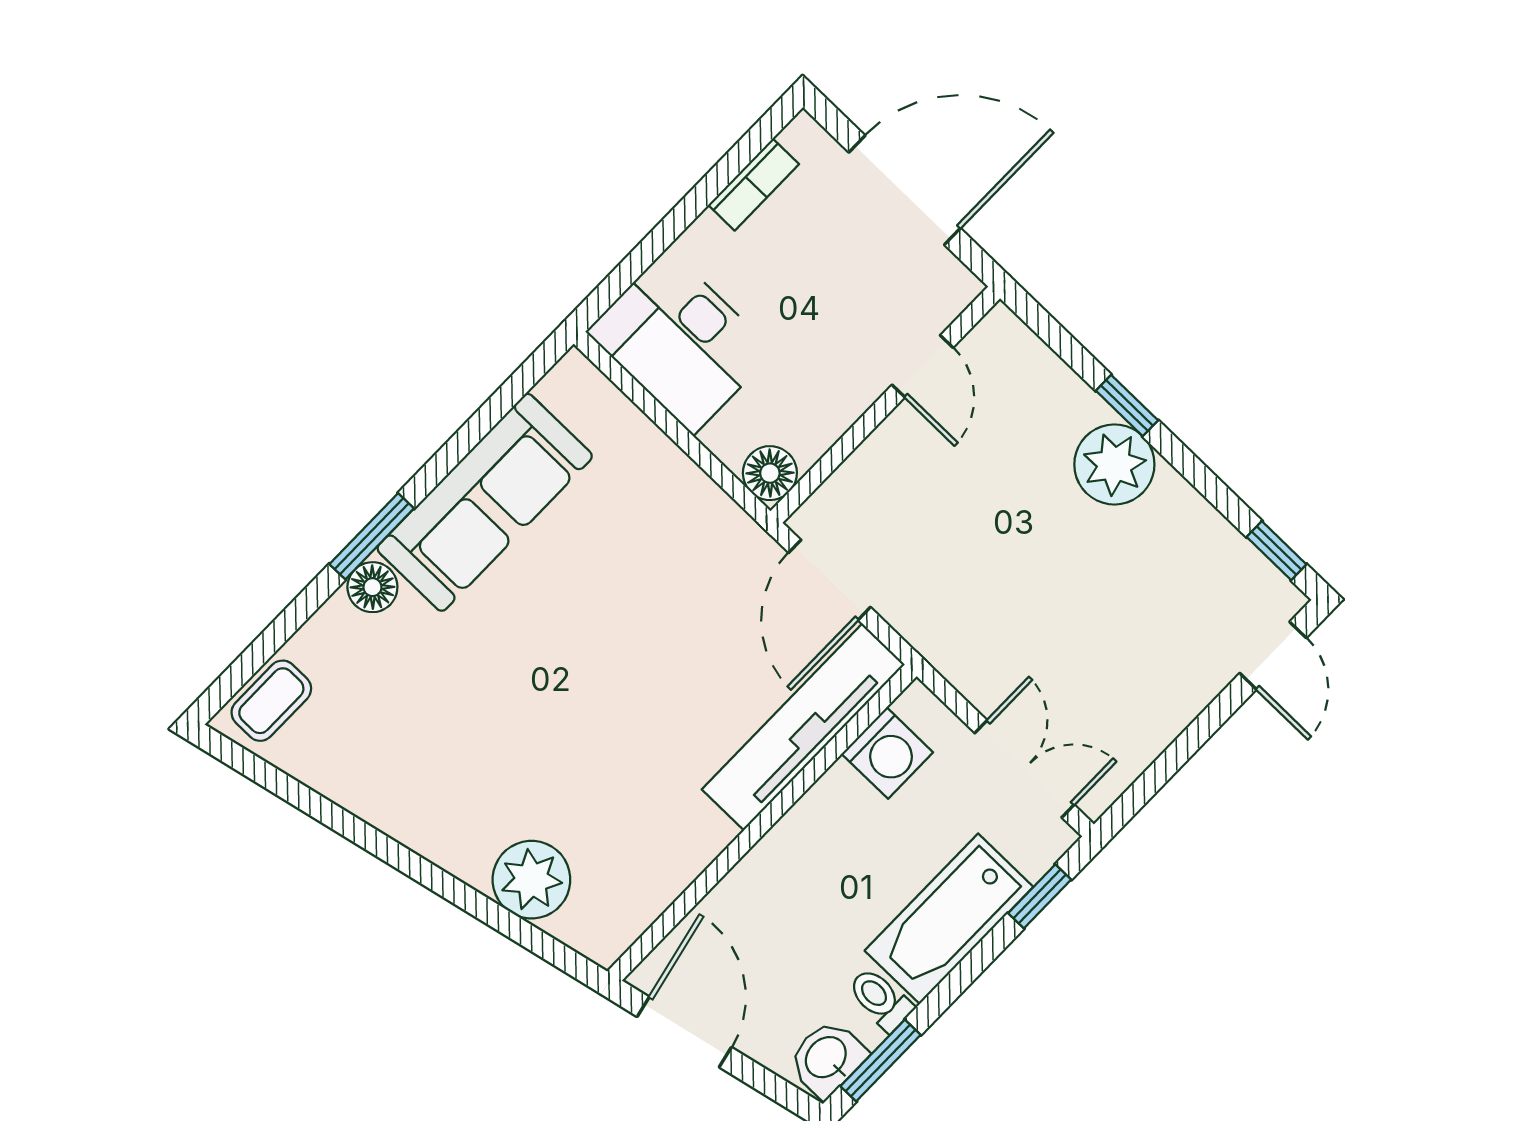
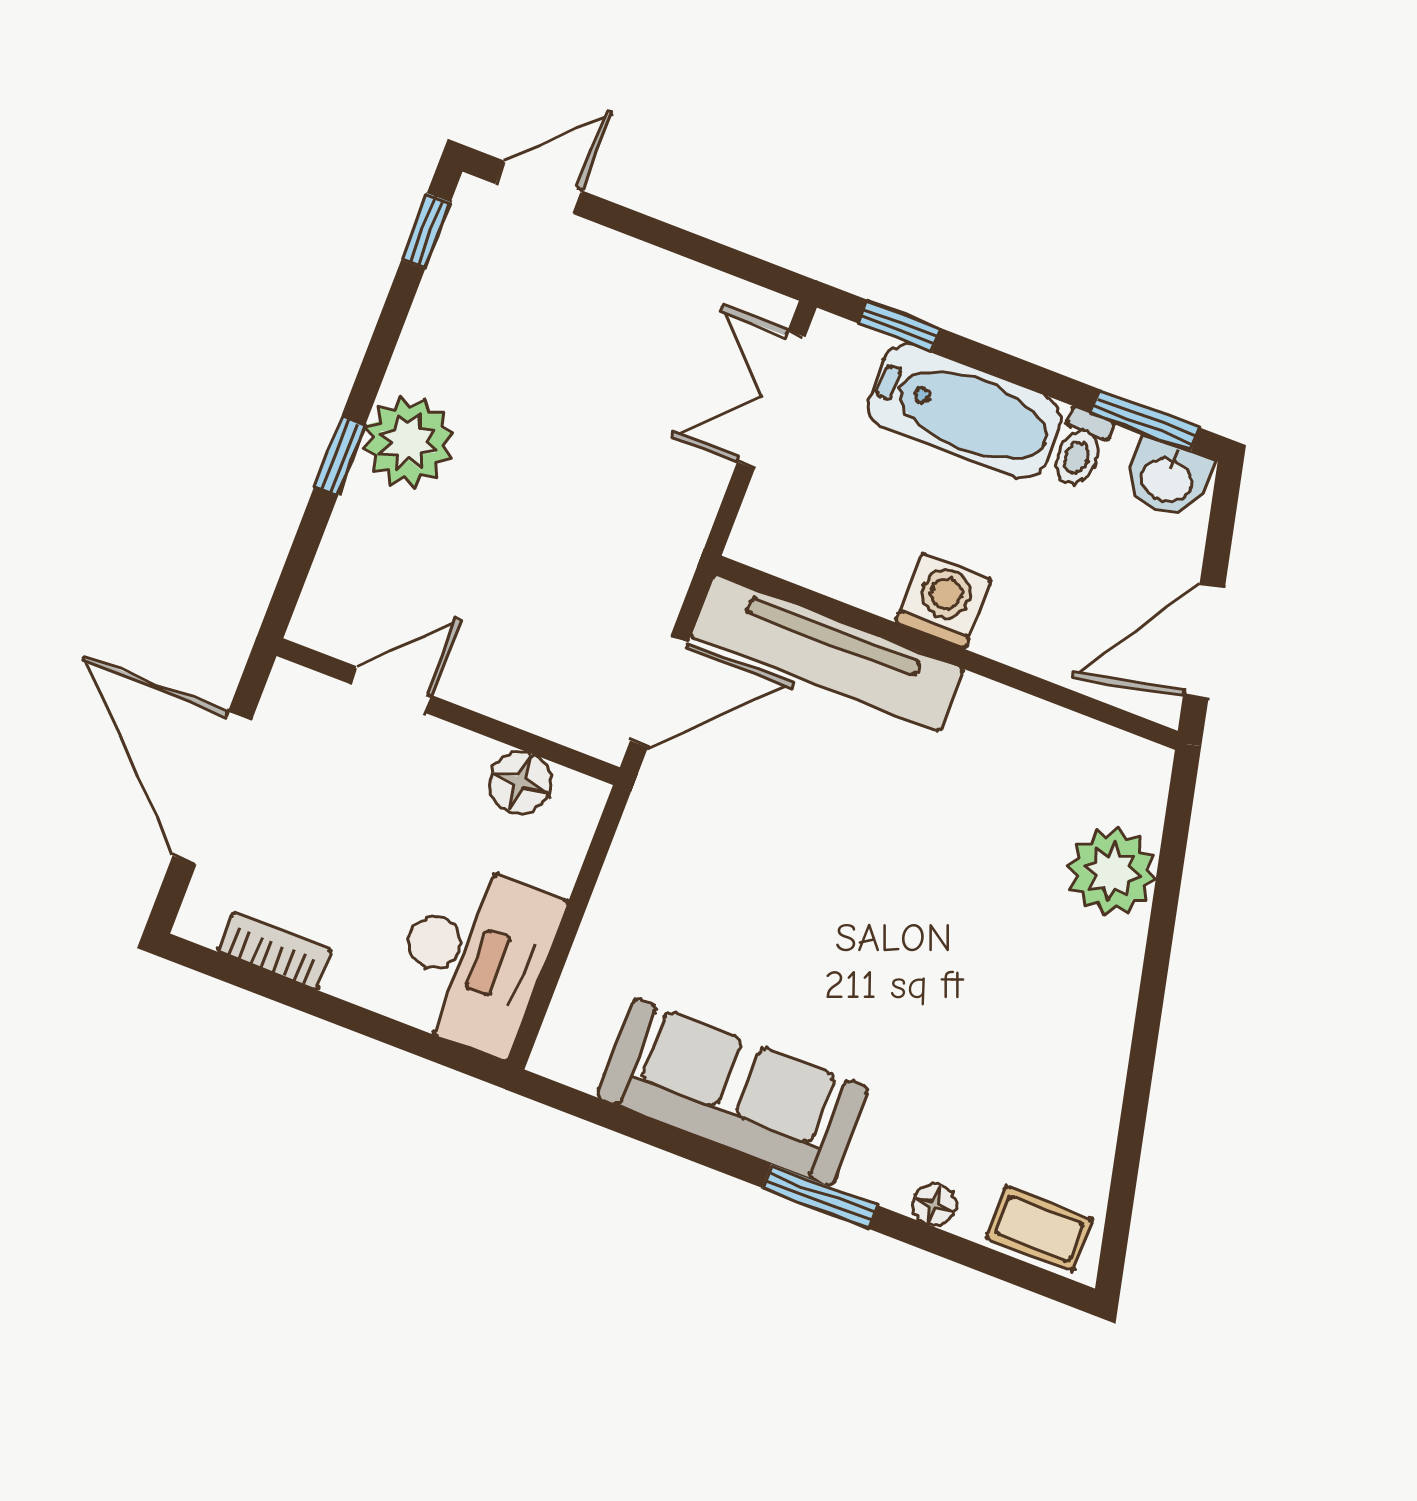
floor lamp: (770, 473) -> (520, 783), moved
floor lamp: (372, 587) -> (934, 1204), moved, width x0.73, depth x0.73
washing machine: (887, 753) -> (944, 601), moved

